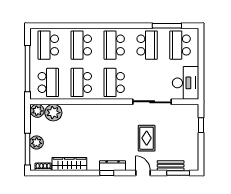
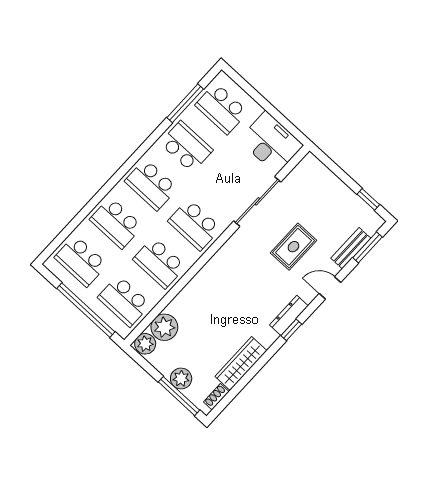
school desk: (48, 82) -> (124, 301), turned 180
window: (201, 125) -> (368, 199), moved
rug: (147, 138) -> (293, 247), turned 90

